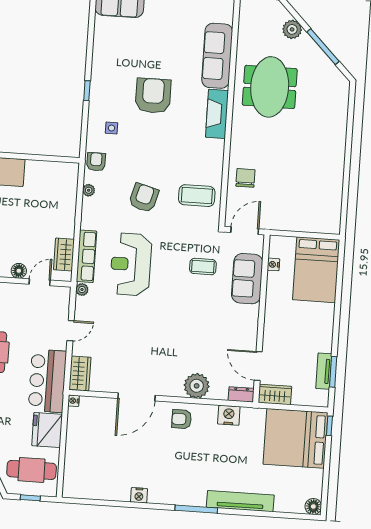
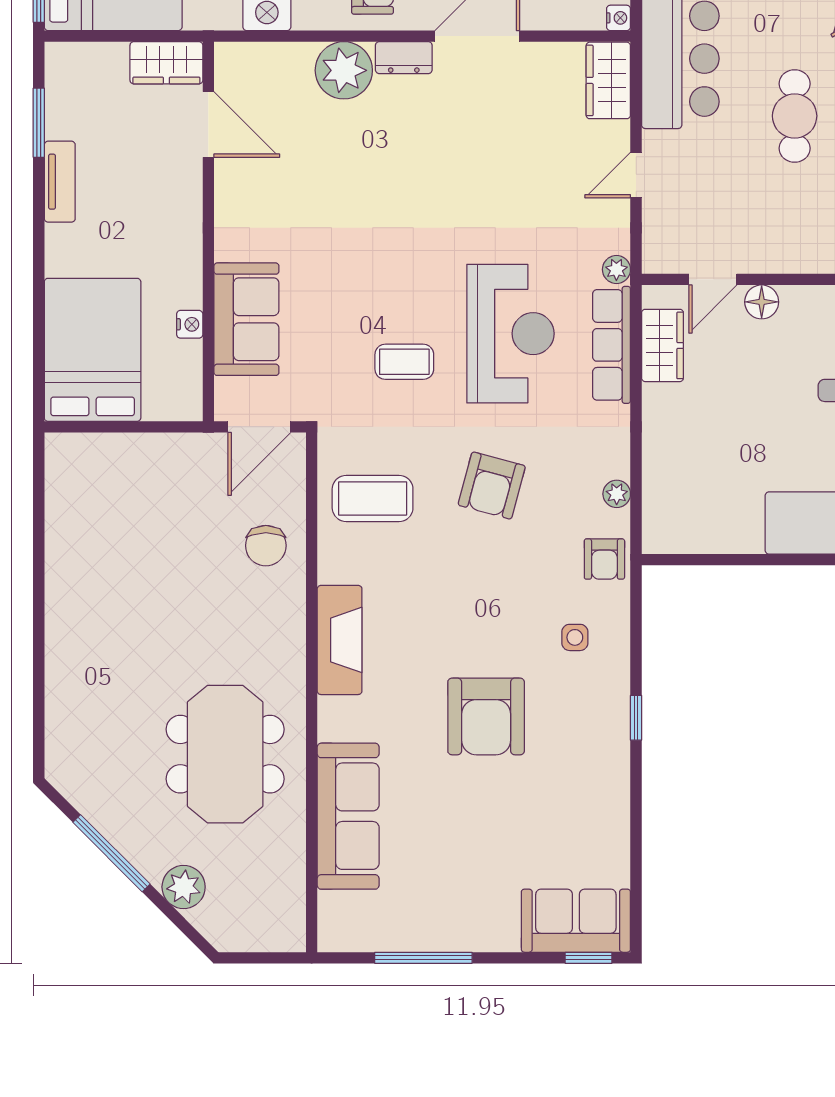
fireplace: (217, 114) -> (340, 640), moved
nightstand: (273, 264) -> (190, 324), moved
coffee table: (203, 267) -> (404, 362), moved
tv unit: (324, 371) -> (60, 182), moved
dresser: (241, 394) -> (404, 58), moved

